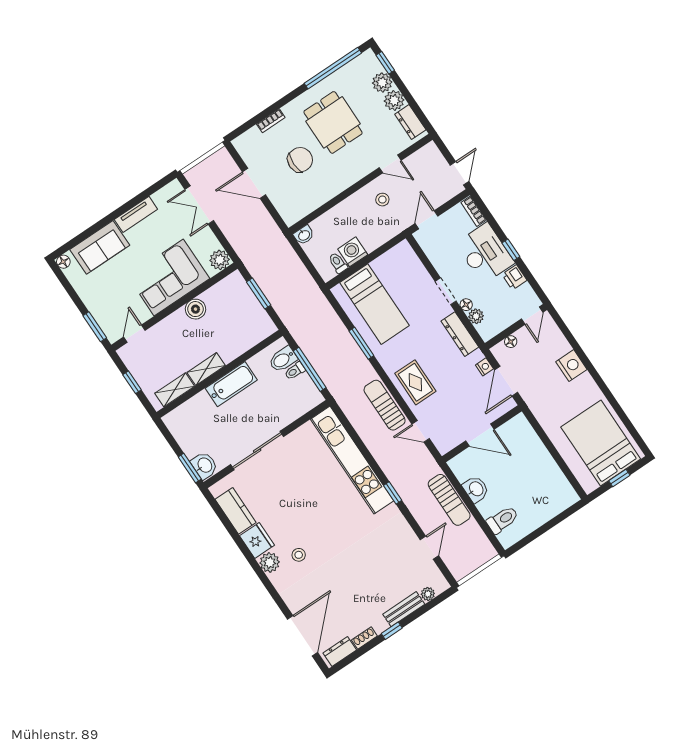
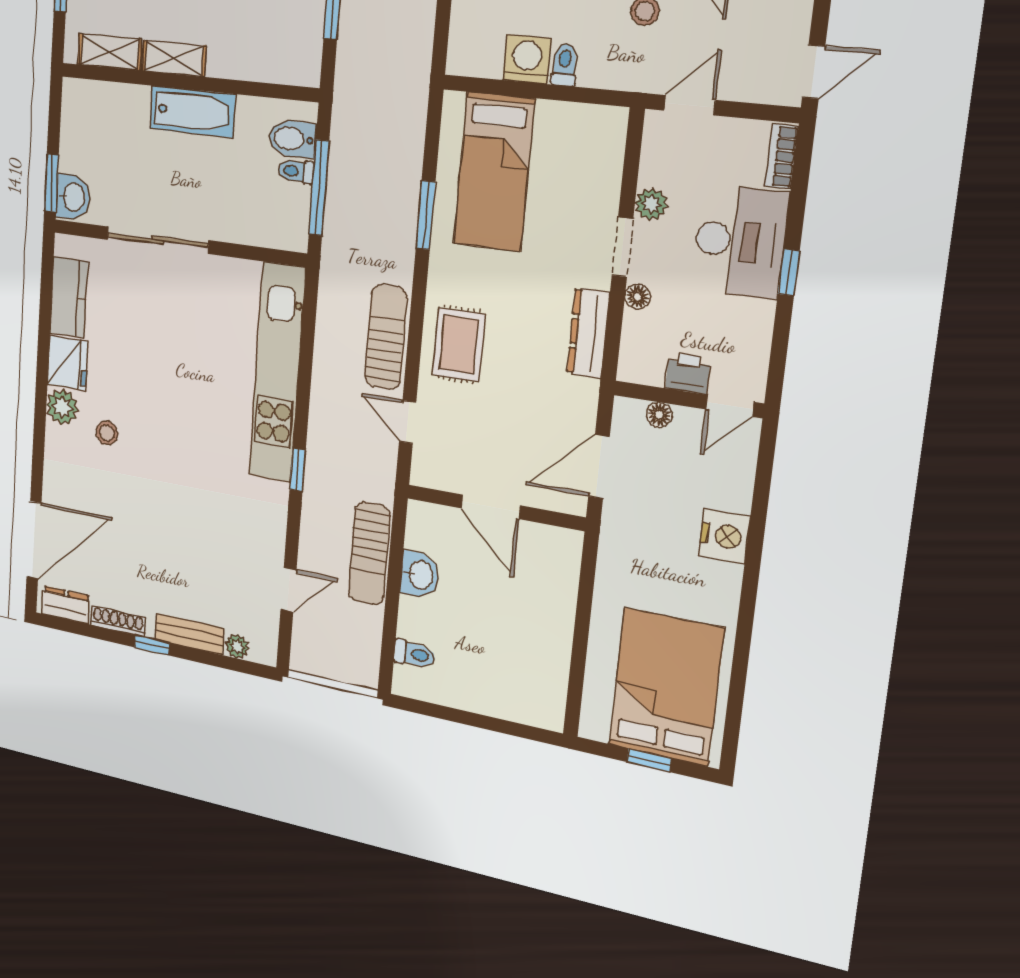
toilet: (338, 263) -> (565, 65), moved
printer: (514, 277) -> (688, 373), moved, turned 90
plant: (476, 316) -> (651, 204), moved
nightstand: (484, 367) -> (584, 416), removed
toilet: (503, 520) -> (414, 654), width x0.73, depth x0.72
shoe rack: (364, 638) -> (118, 621), width x1.43

